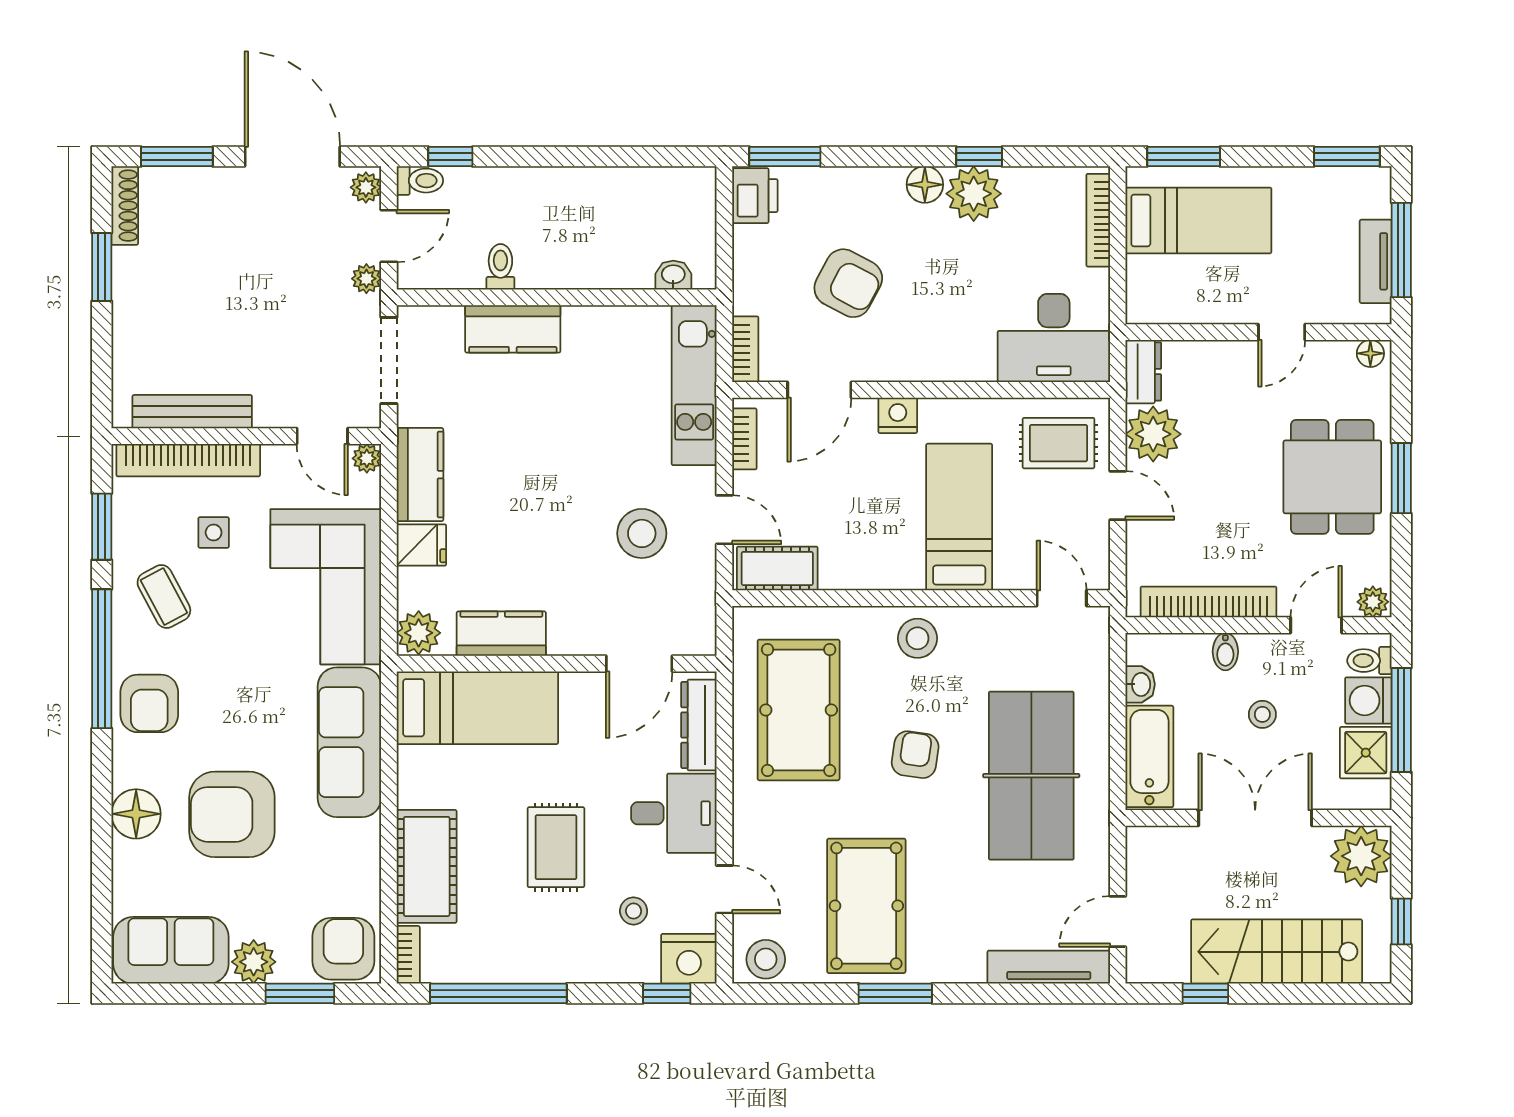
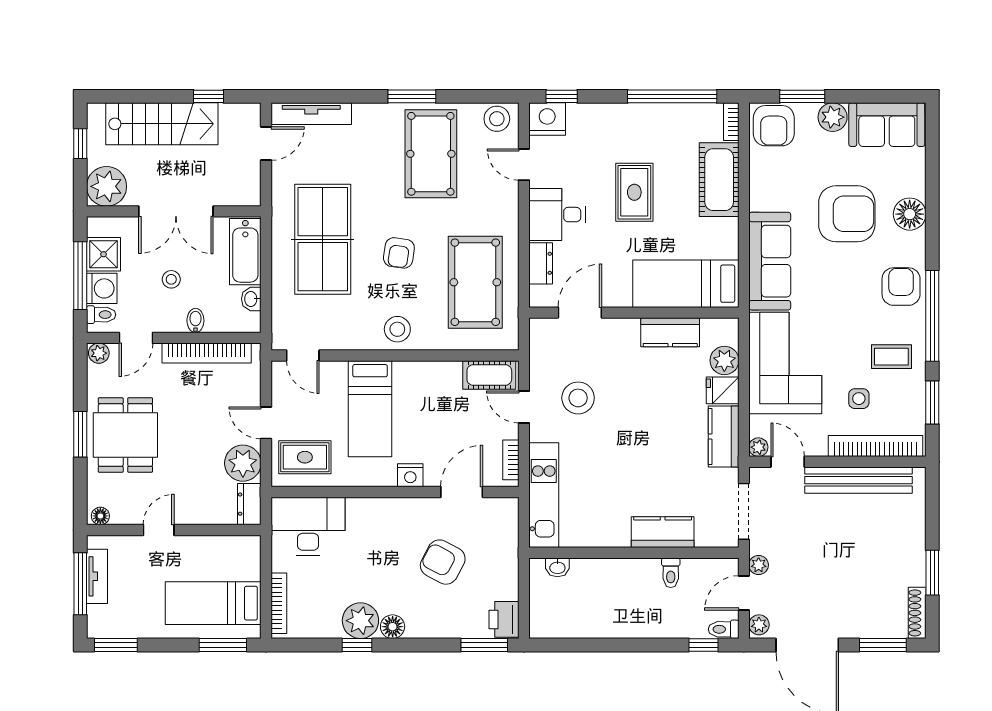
bookcase: (745, 349) -> (510, 519), removed
bench: (192, 412) -> (858, 480), width x1.37, depth x1.21
coffee table: (164, 596) -> (891, 357), turned -62
plant: (419, 633) -> (724, 360), moved
dresser: (699, 725) -> (541, 263), width x0.70
stool: (634, 911) -> (584, 150), removed

